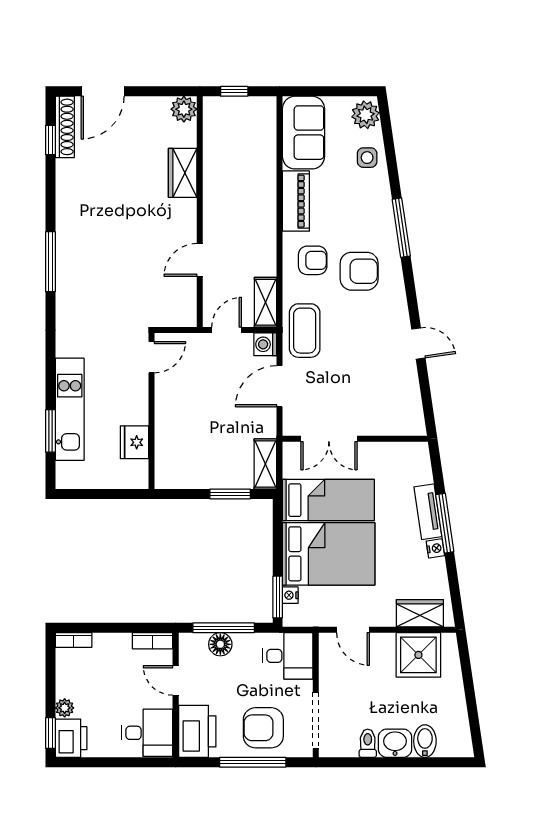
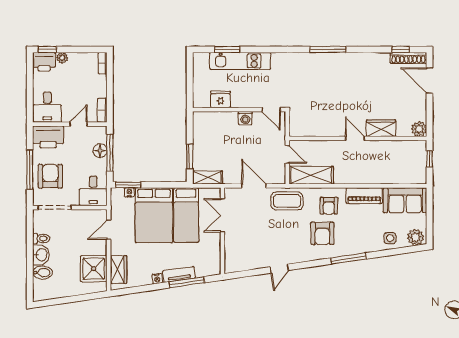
door: (200, 260) -> (355, 138), moved
shelving: (265, 302) -> (311, 175), width x1.50, depth x1.33
washing machine: (265, 344) -> (245, 118), moved, turned 180
window: (445, 523) -> (187, 282), moved

